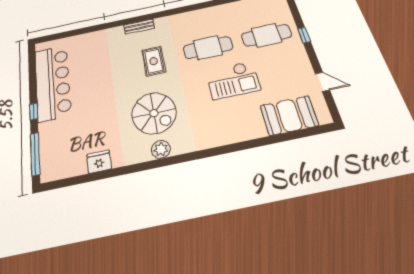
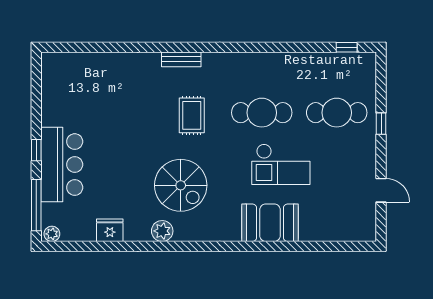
bar counter: (53, 83) -> (62, 165), moved, width x0.73
booth: (289, 116) -> (270, 223), moved
plant: (161, 149) -> (162, 231), moved
plant: (49, 175) -> (52, 234), added

